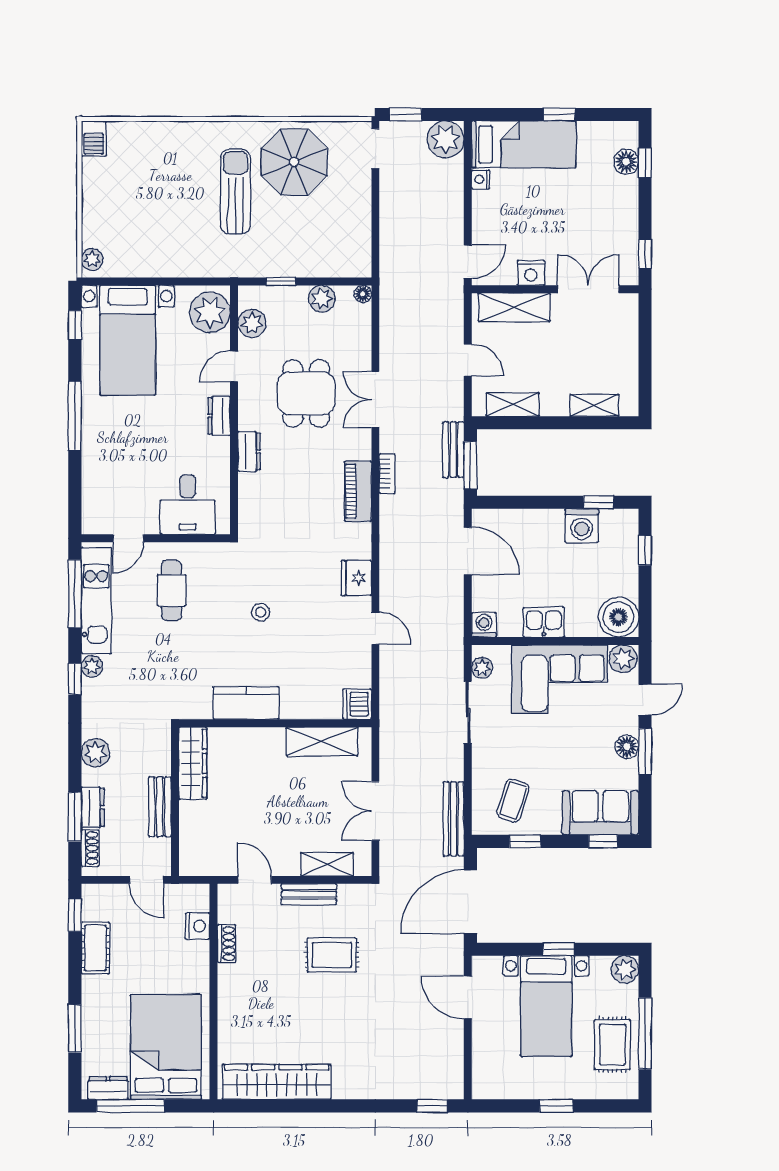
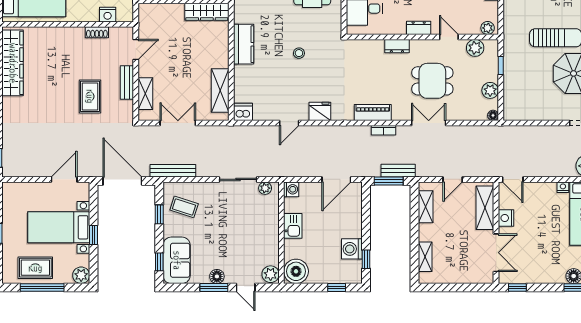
plant: (210, 312) -> (488, 28), width x0.53, depth x0.53
corner sofa: (559, 679) -> (258, 235), removed

